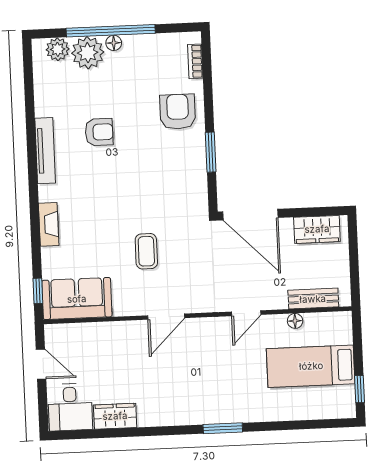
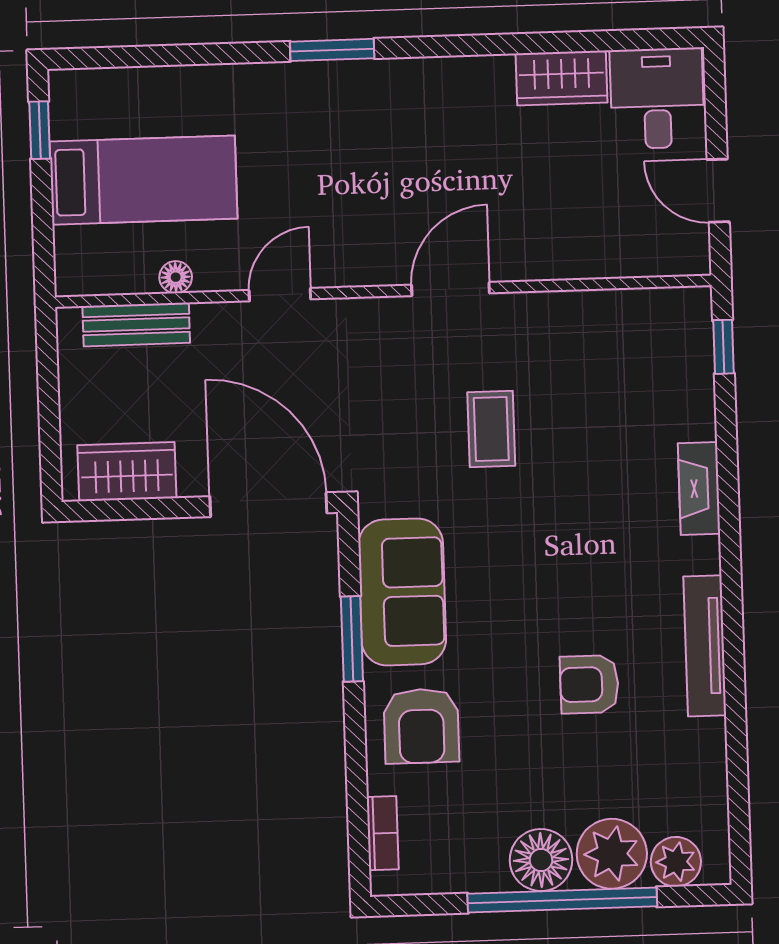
floor lamp: (114, 43) -> (541, 860), width x1.89, depth x1.89
sofa: (77, 299) -> (402, 592), moved, turned -90

